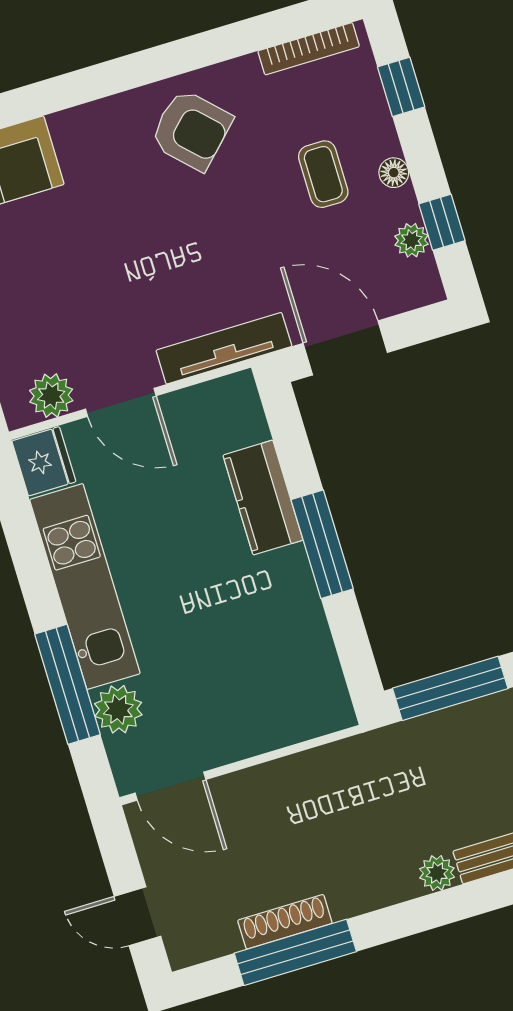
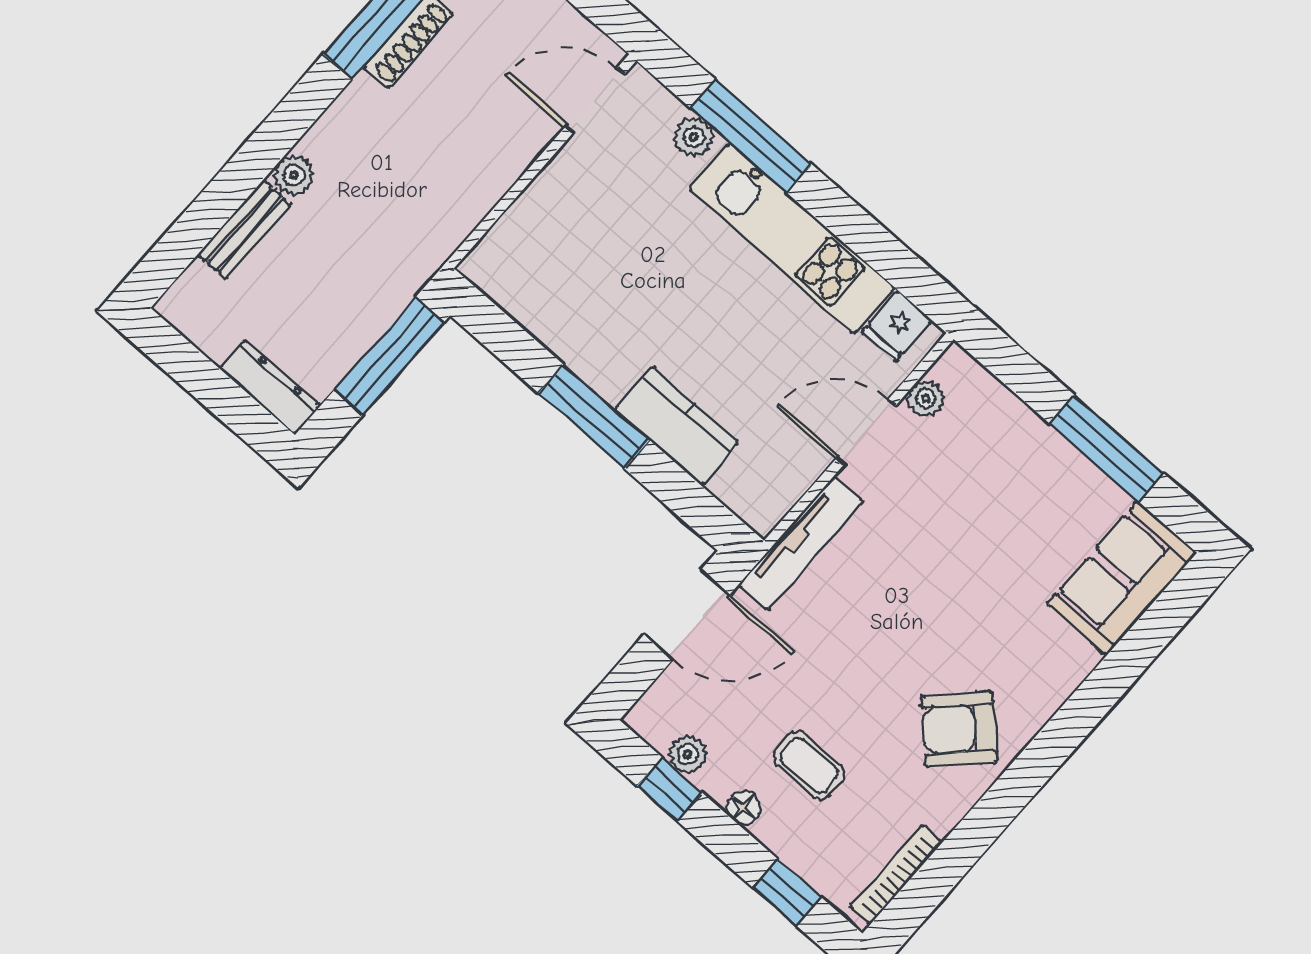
plant: (51, 396) -> (926, 398), width x0.73, depth x0.73
fridge: (44, 461) -> (897, 326), width x0.72
plant: (118, 709) -> (694, 137), width x0.73, depth x0.73

